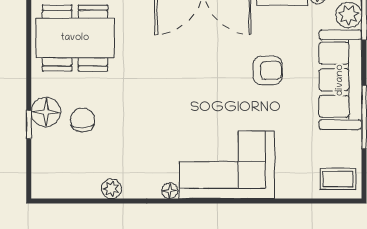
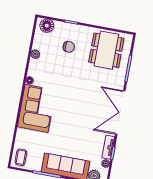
armchair: (268, 70) -> (76, 134), removed
floor lamp: (46, 112) -> (47, 26), moved

